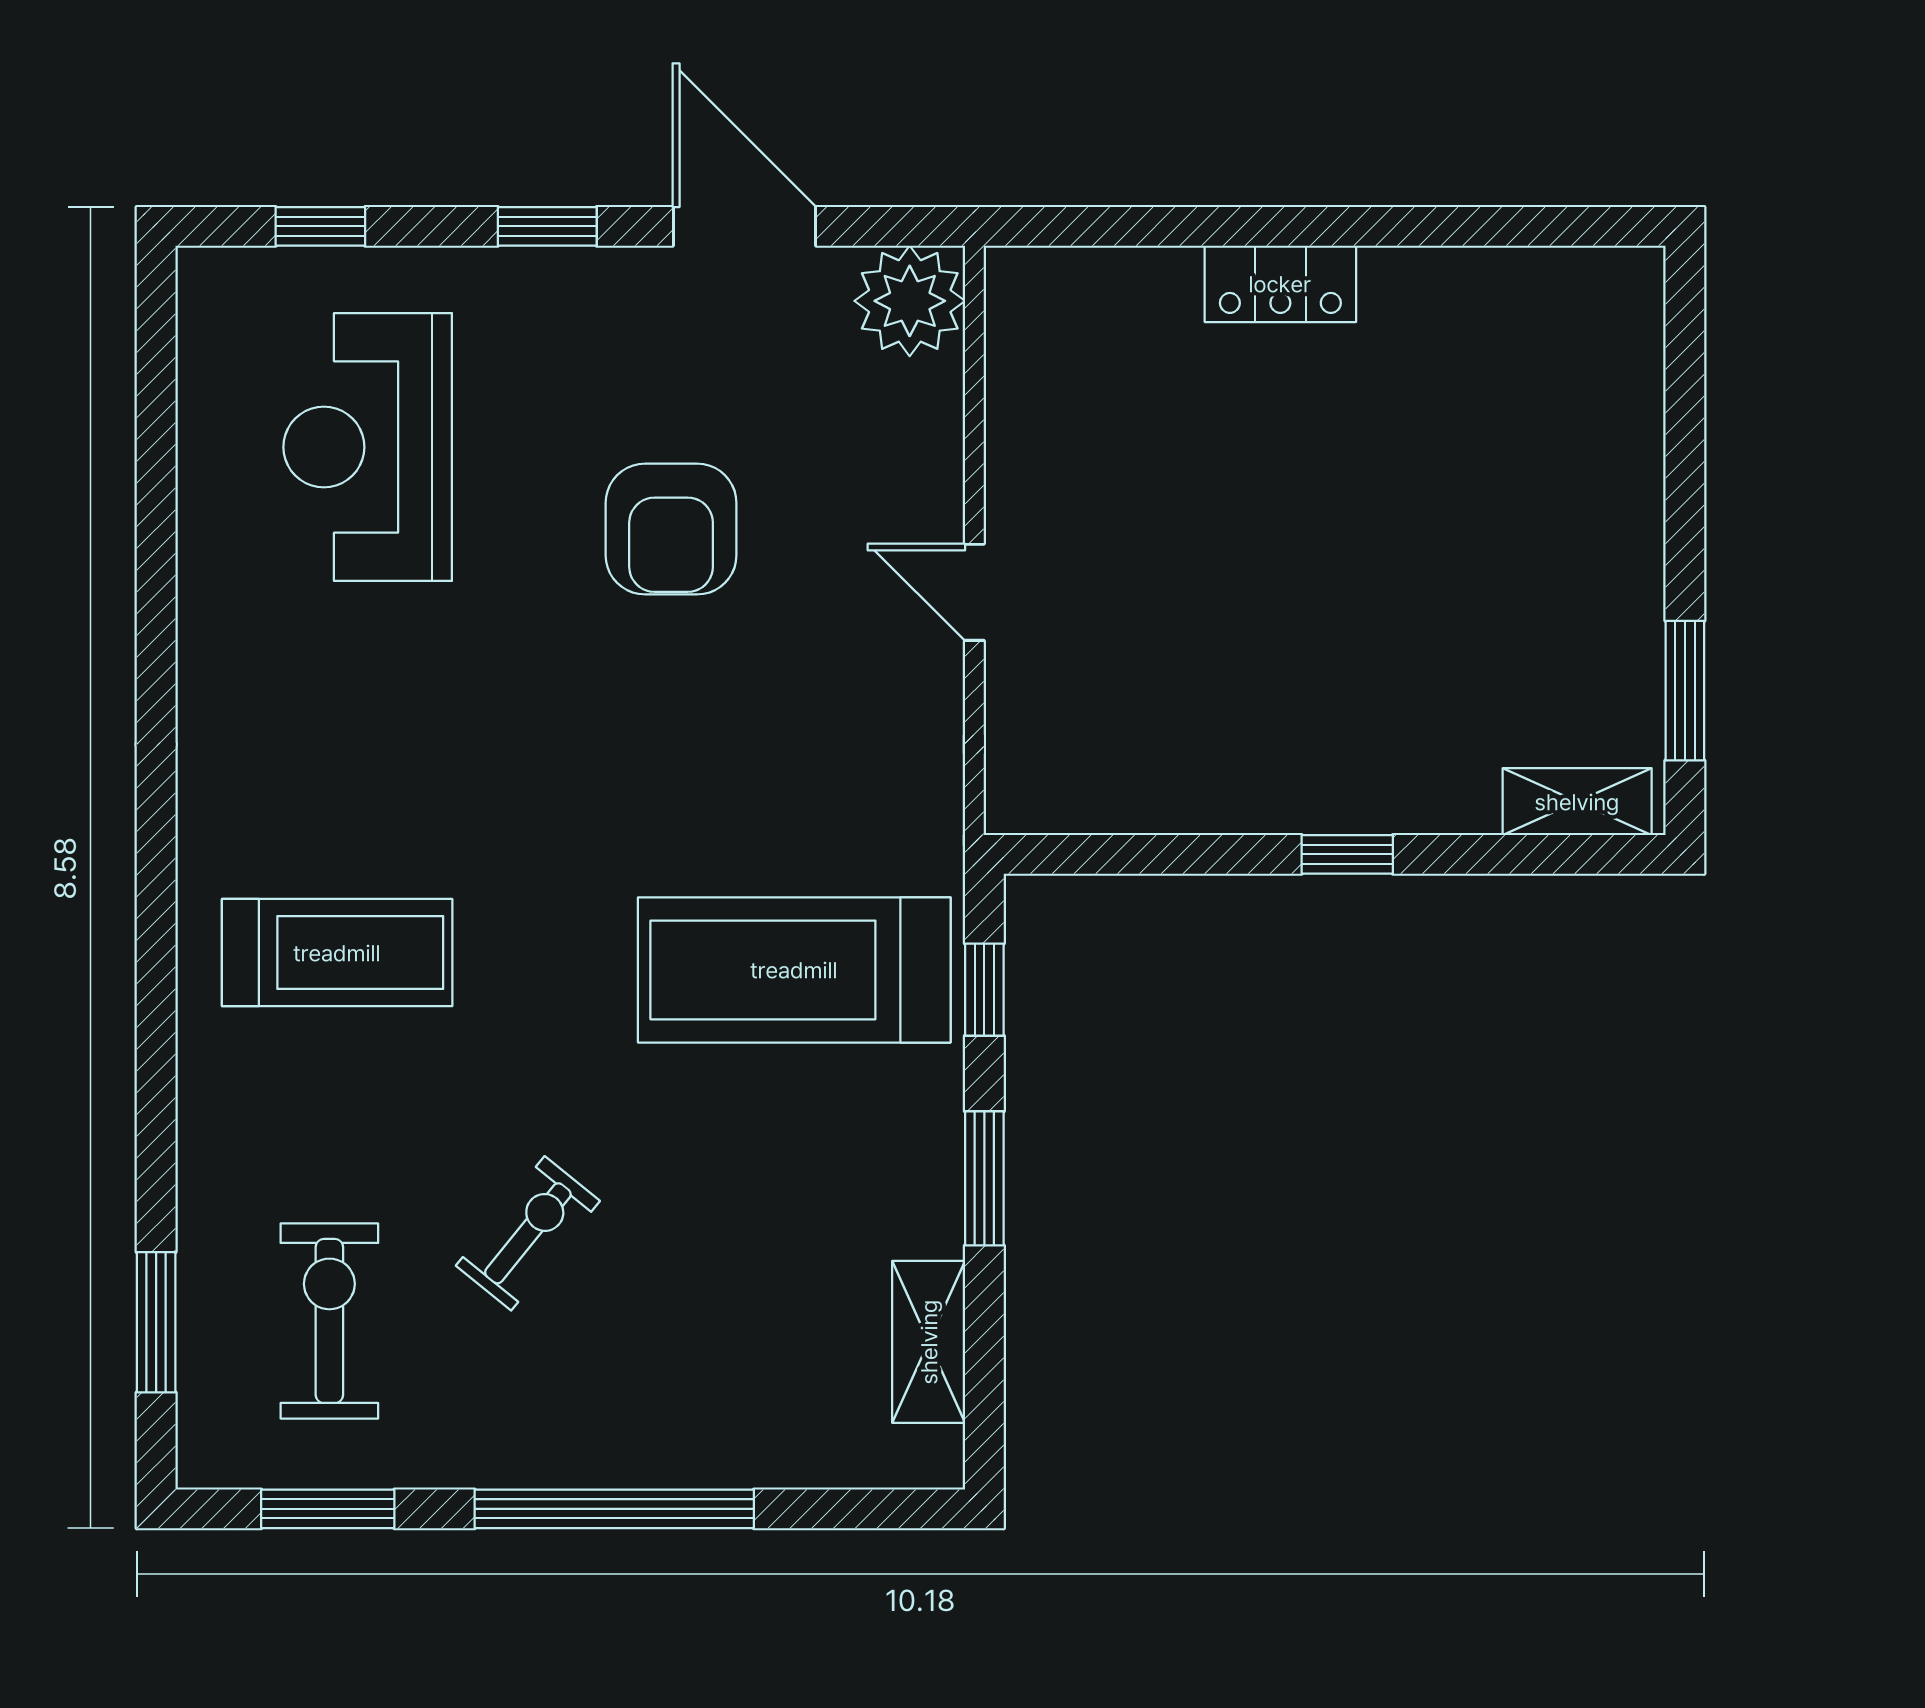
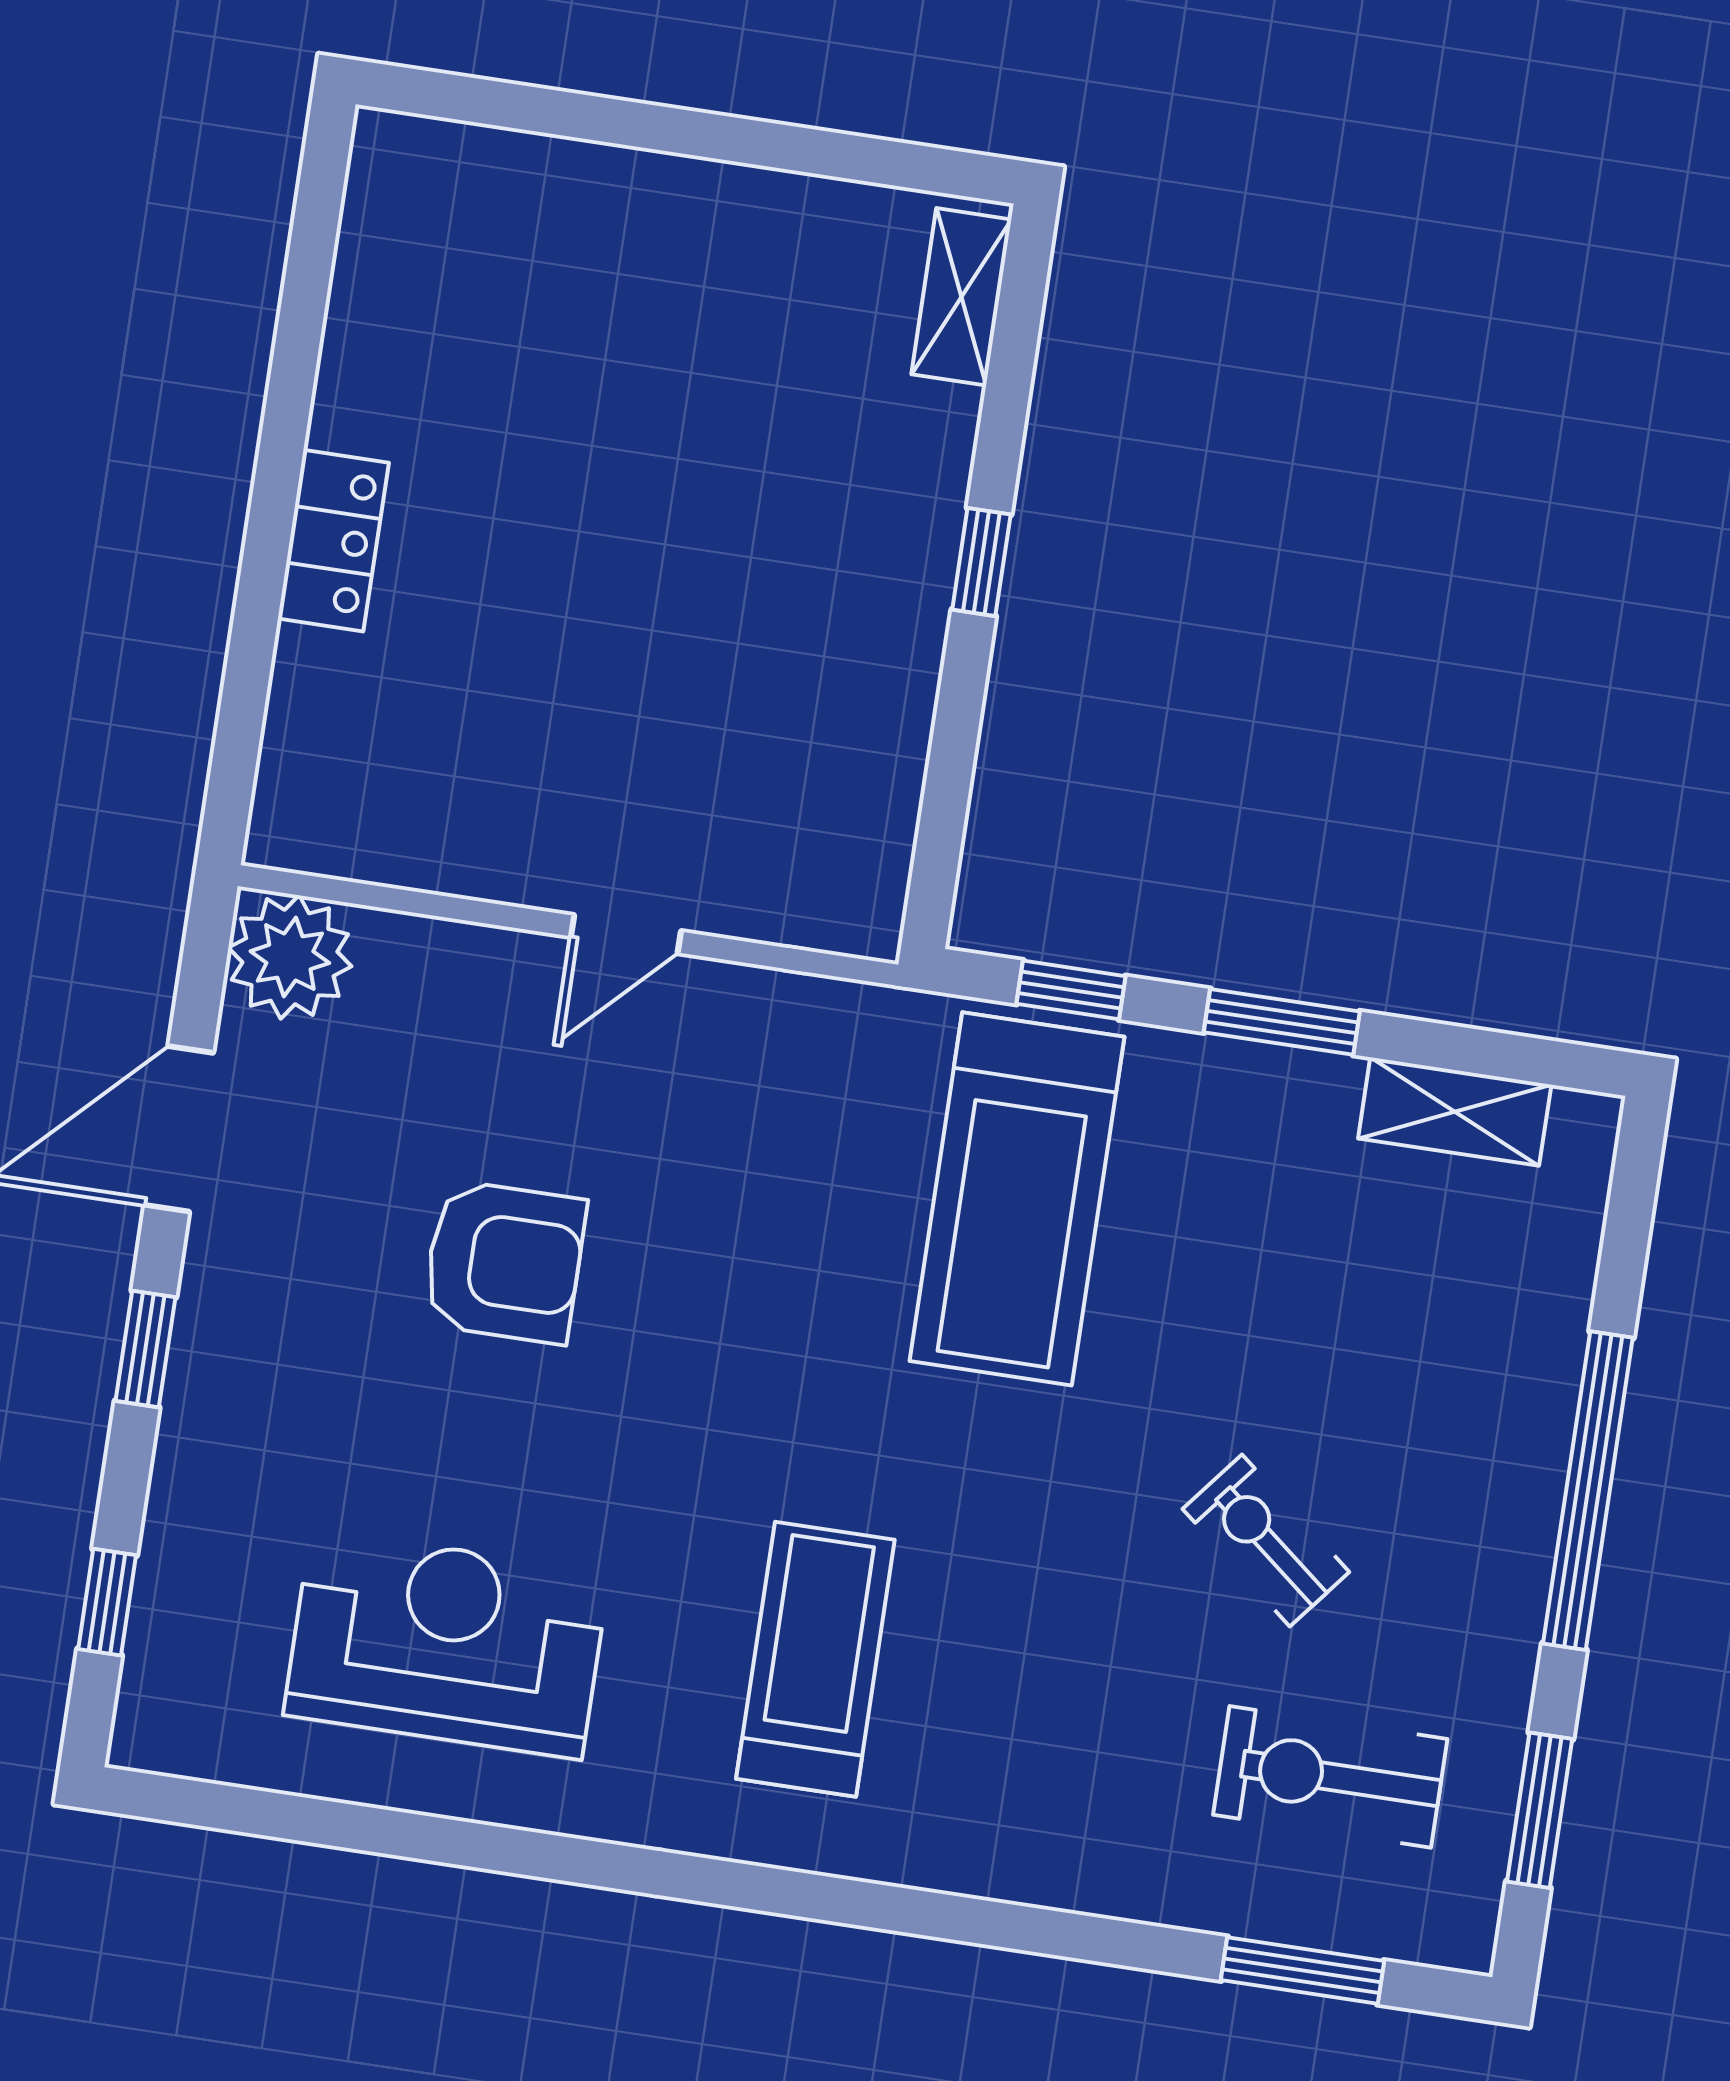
reception desk: (368, 447) -> (446, 1644), moved, turned 180
window: (1685, 691) -> (856, 158), removed
treadmill: (337, 953) -> (815, 1659), moved

